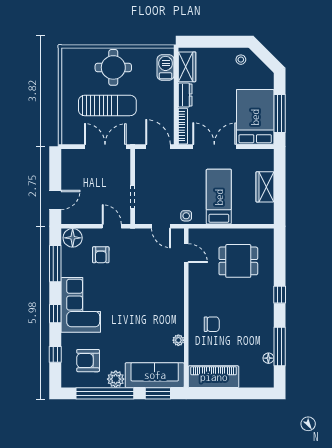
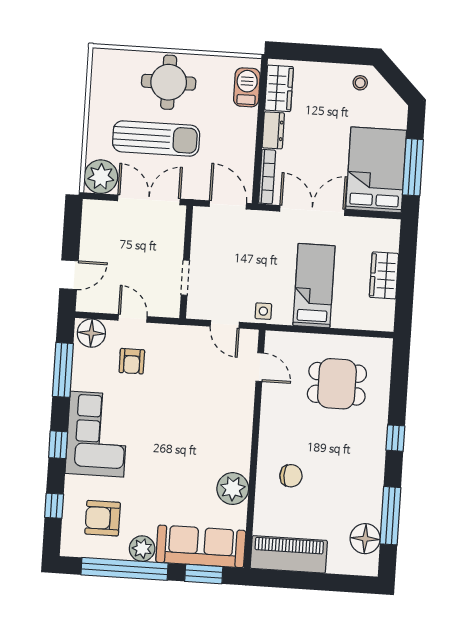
plant: (72, 133) -> (101, 177), added
door: (112, 226) -> (133, 318), moved
plant: (178, 340) -> (233, 489), width x1.88, depth x1.88
floor lamp: (268, 358) -> (365, 539), width x1.89, depth x1.89

